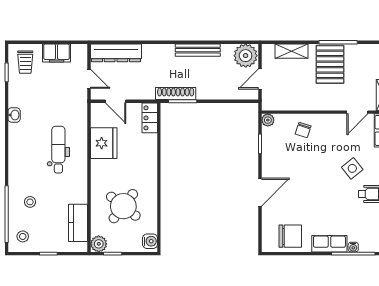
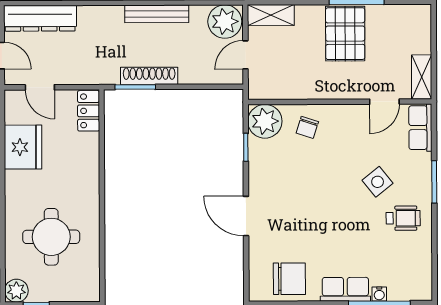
shelving: (292, 51) -> (271, 15), moved
shoe rack: (176, 94) -> (149, 76), moved
plant: (268, 120) -> (265, 121), width x1.88, depth x1.88
door: (260, 192) -> (246, 216), swing flipped
round table: (123, 206) -> (51, 237), turned -38
water cooler: (150, 241) -> (90, 287), removed

